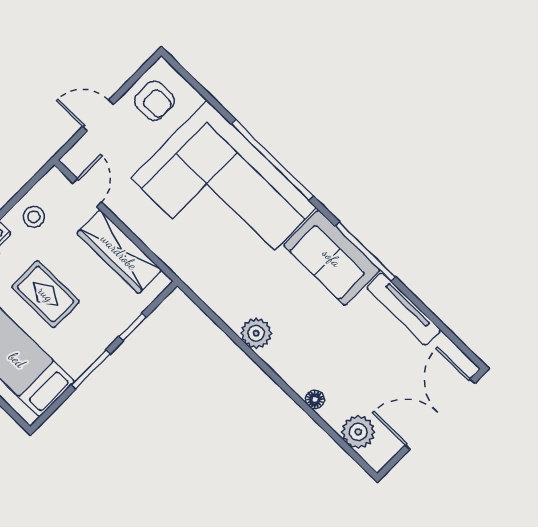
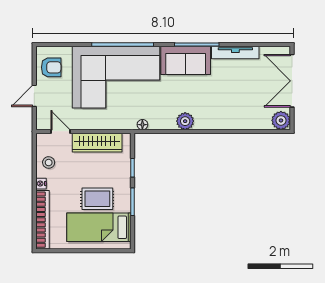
rug: (46, 294) -> (97, 199), moved
floor lamp: (315, 399) -> (142, 125), moved
plant: (358, 432) -> (281, 120), moved

